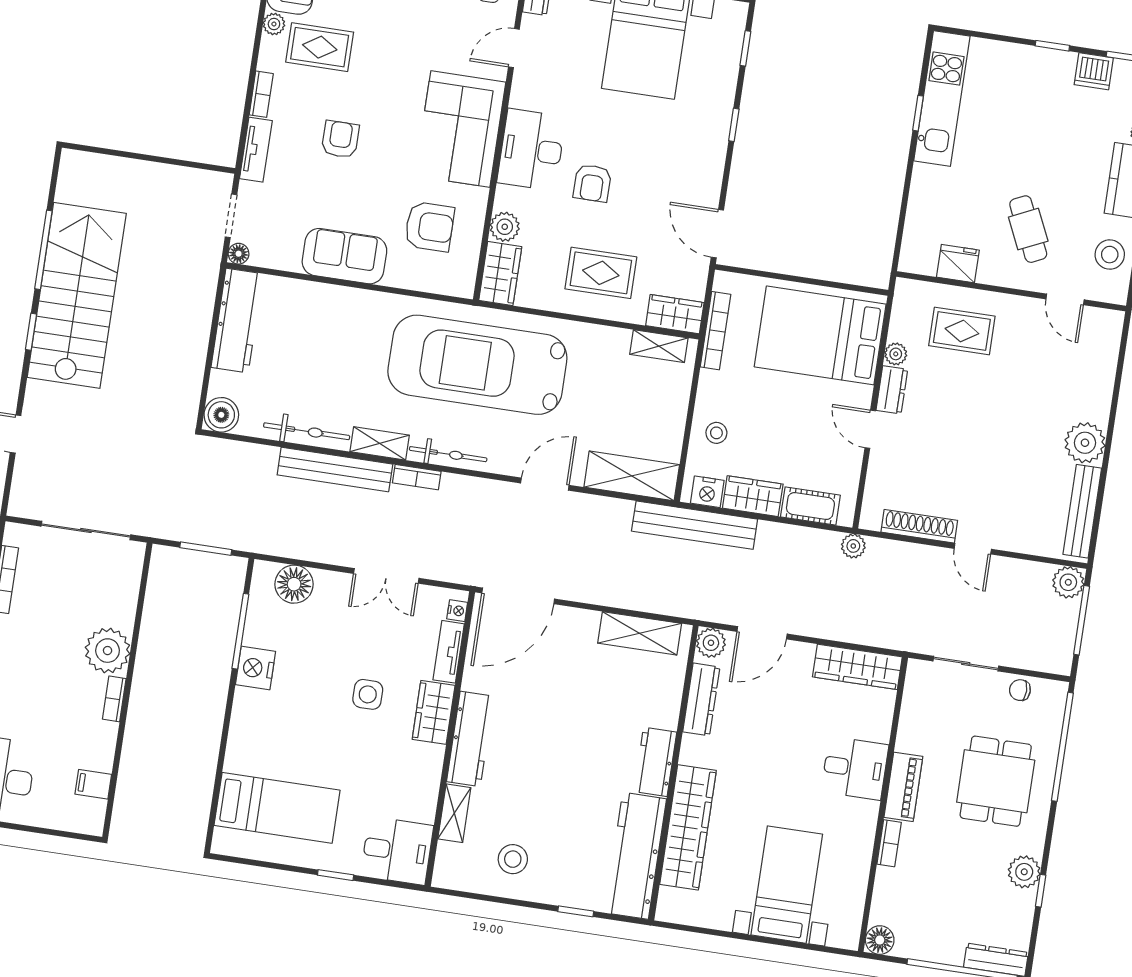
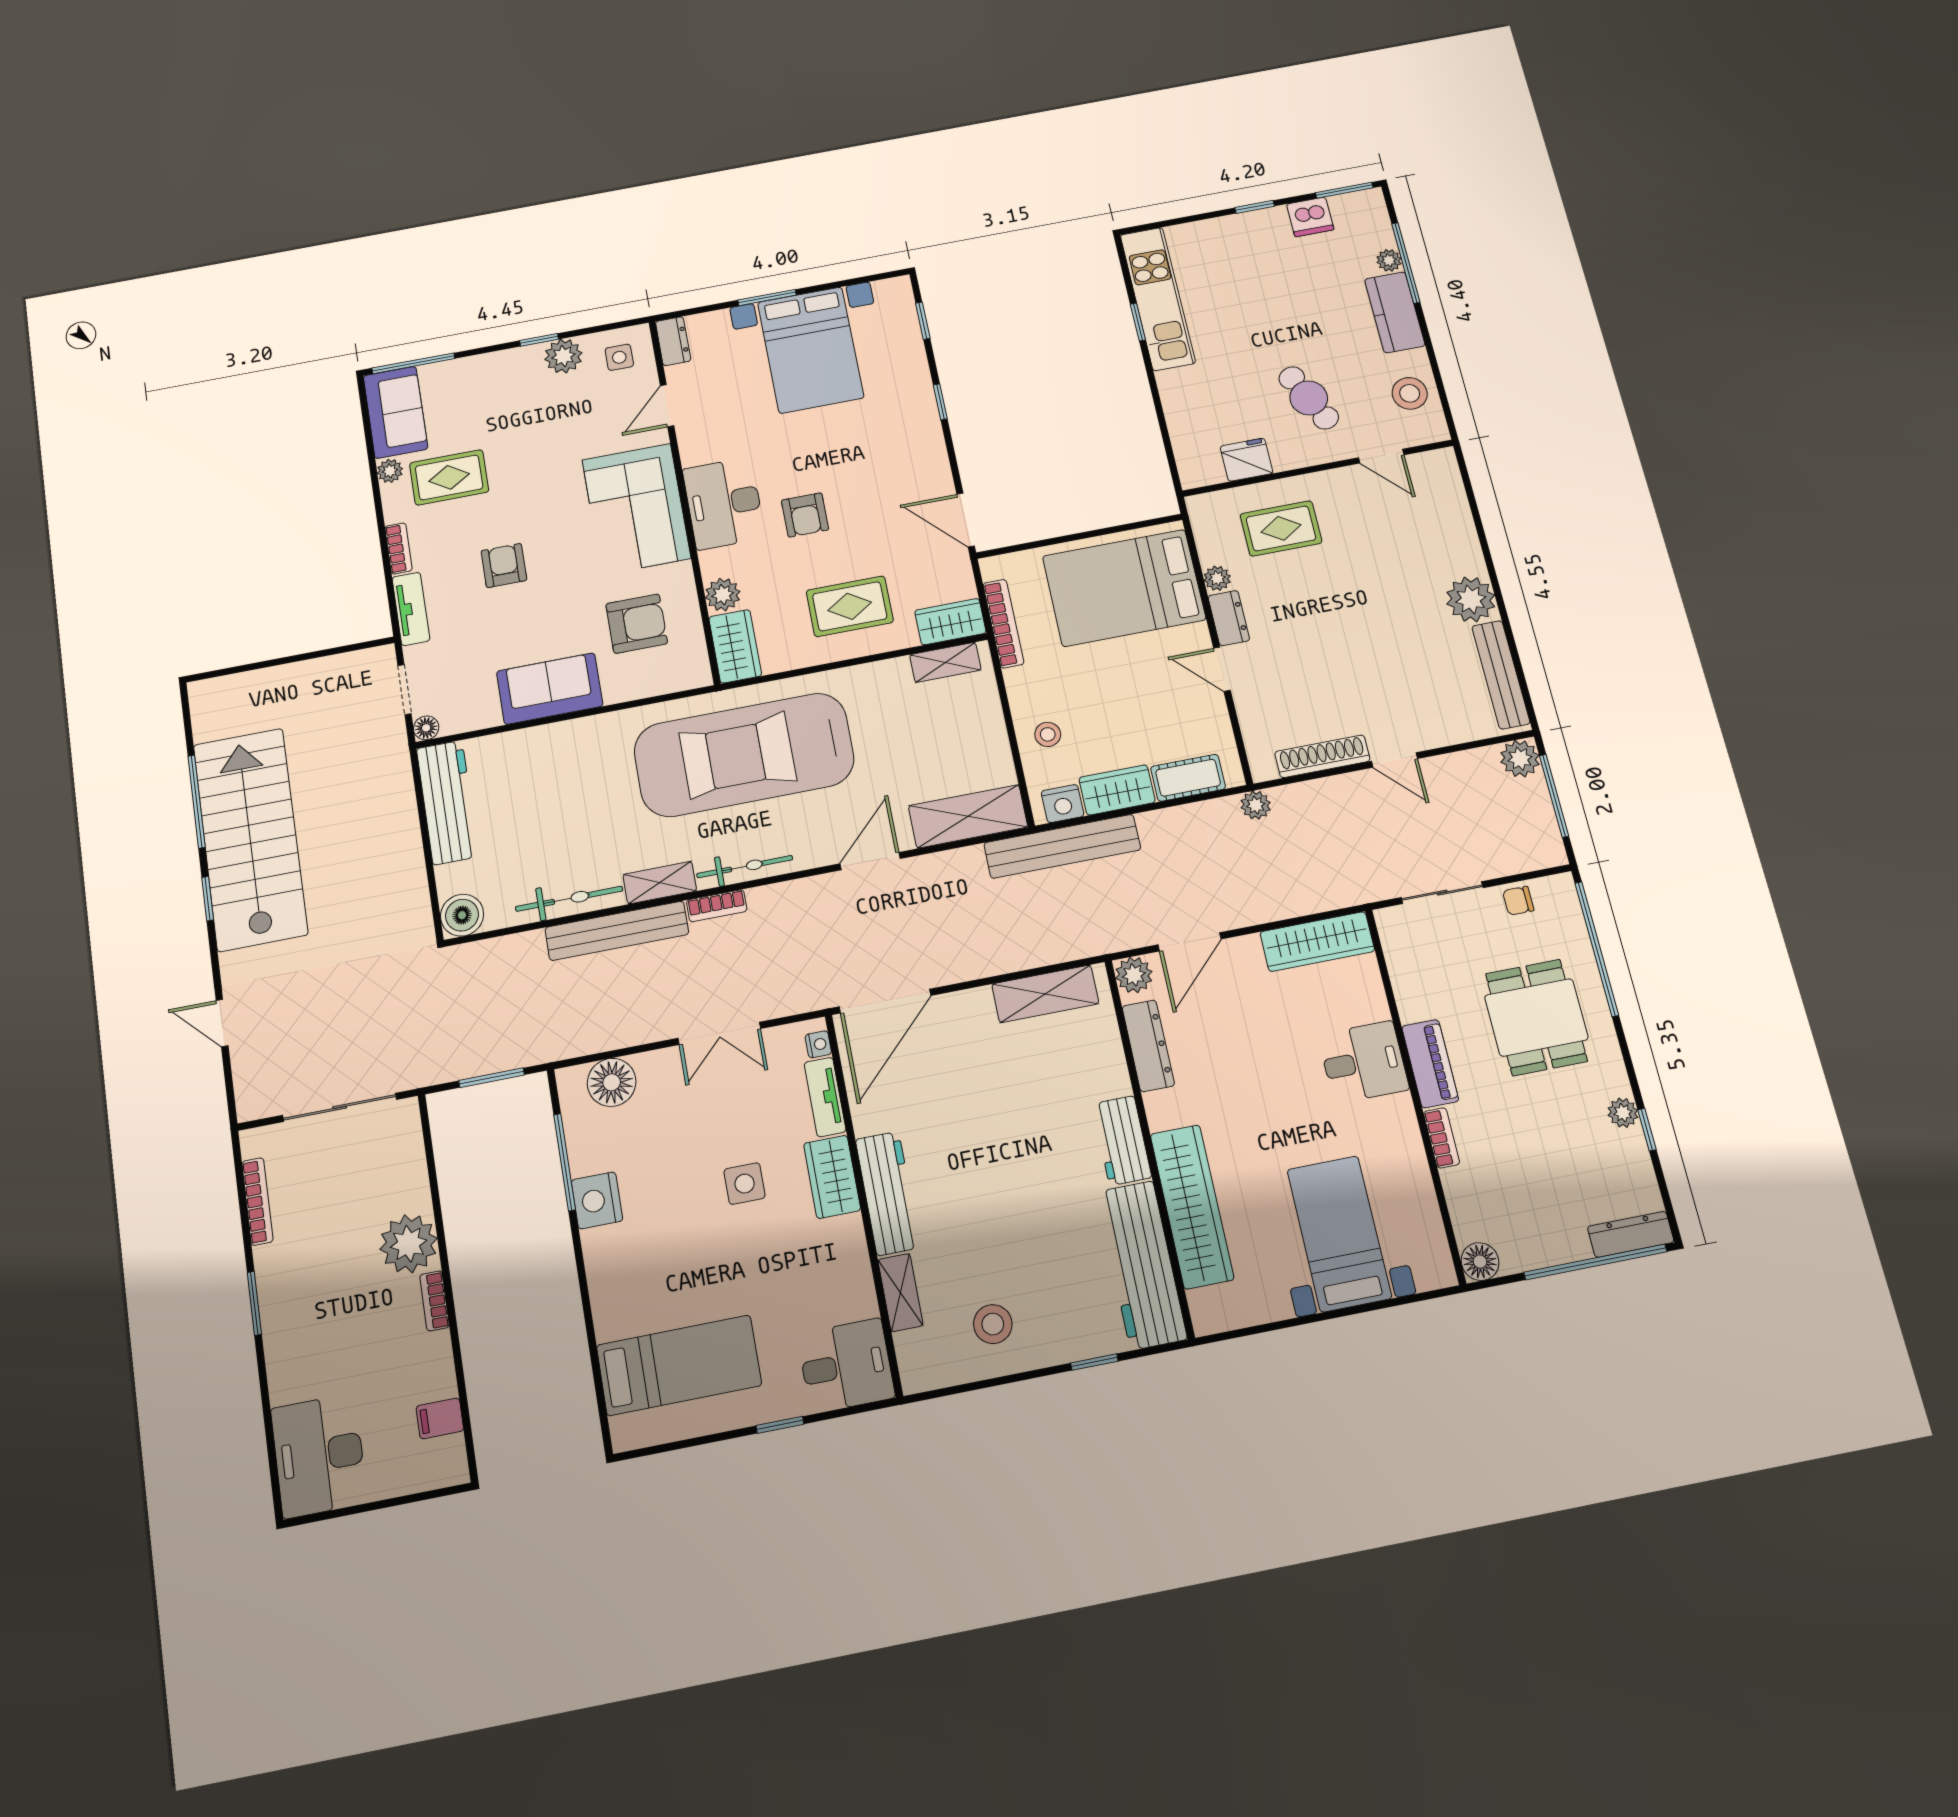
plant: (1024, 872) -> (1623, 1113), width x0.73, depth x0.73

